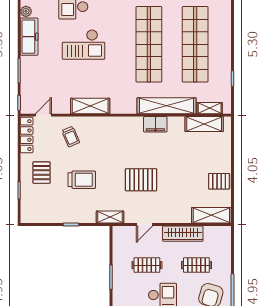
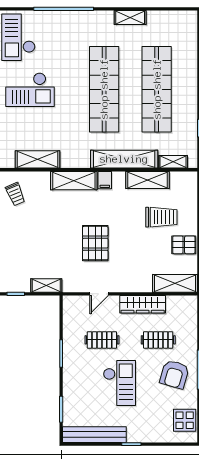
filing cabinet: (155, 124) -> (105, 180), width x0.50
shelving: (204, 124) -> (148, 180), moved
shelving: (122, 125) -> (74, 181), added
trolley: (82, 180) -> (161, 217), moved
pallet: (141, 180) -> (95, 243), turned 90
shelving: (110, 217) -> (46, 285), moved

